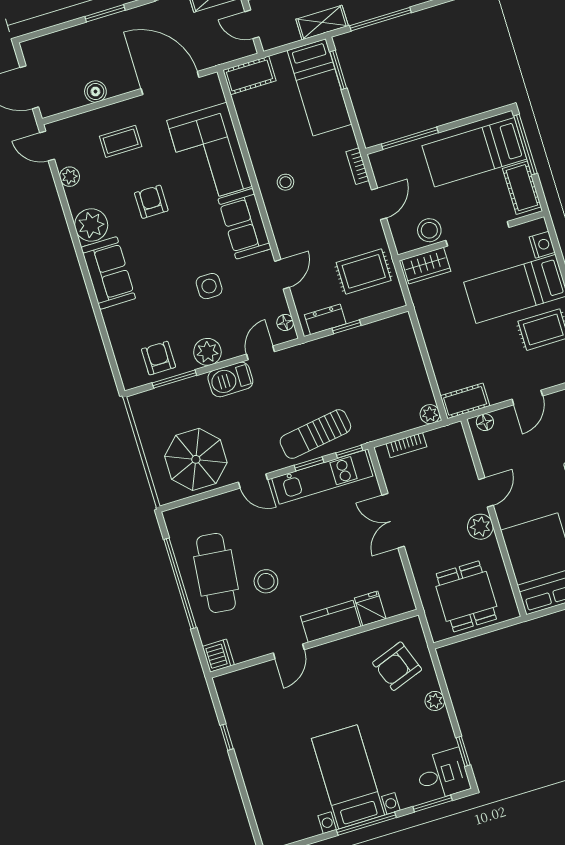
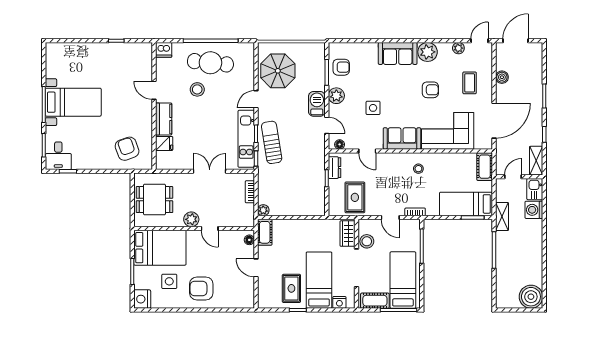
plant: (435, 701) -> (101, 164), removed

